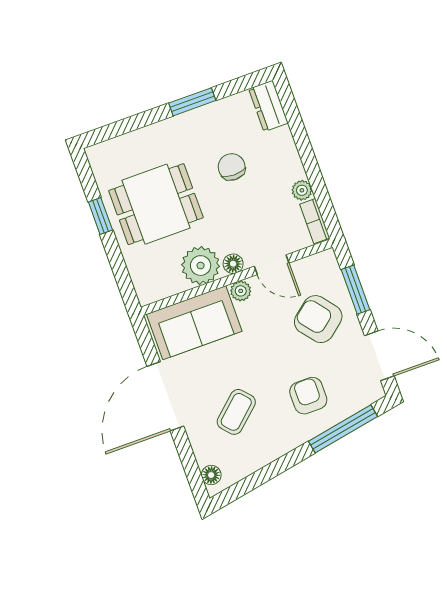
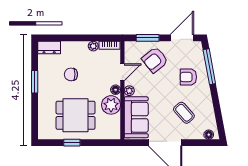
dining table: (156, 204) -> (76, 115), turned 90

